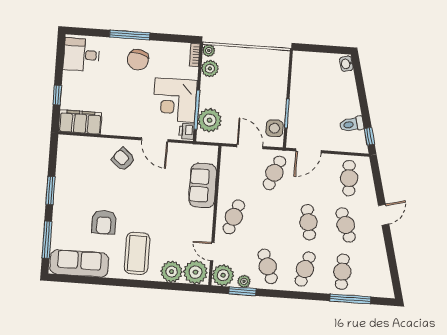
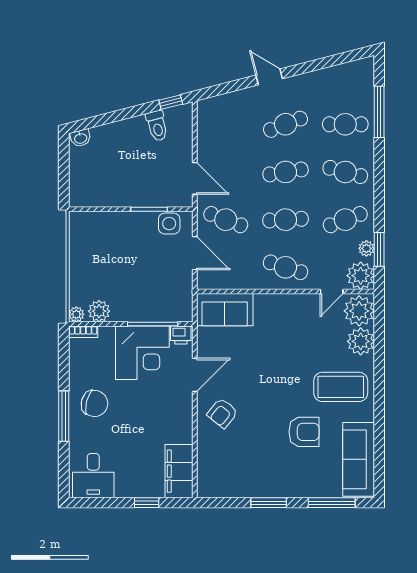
plant: (210, 120) -> (165, 307), removed
door: (250, 147) -> (195, 253), swing flipped
cafe table: (349, 178) -> (286, 220), moved
sofa: (203, 186) -> (225, 310), moved

